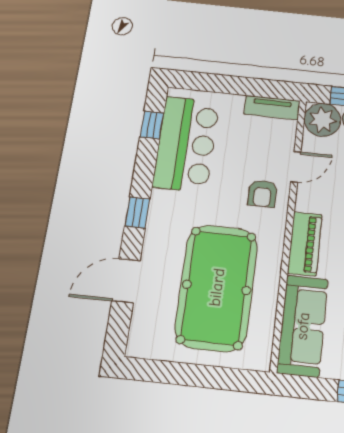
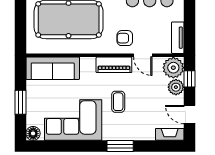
piano: (305, 244) -> (114, 65), moved

